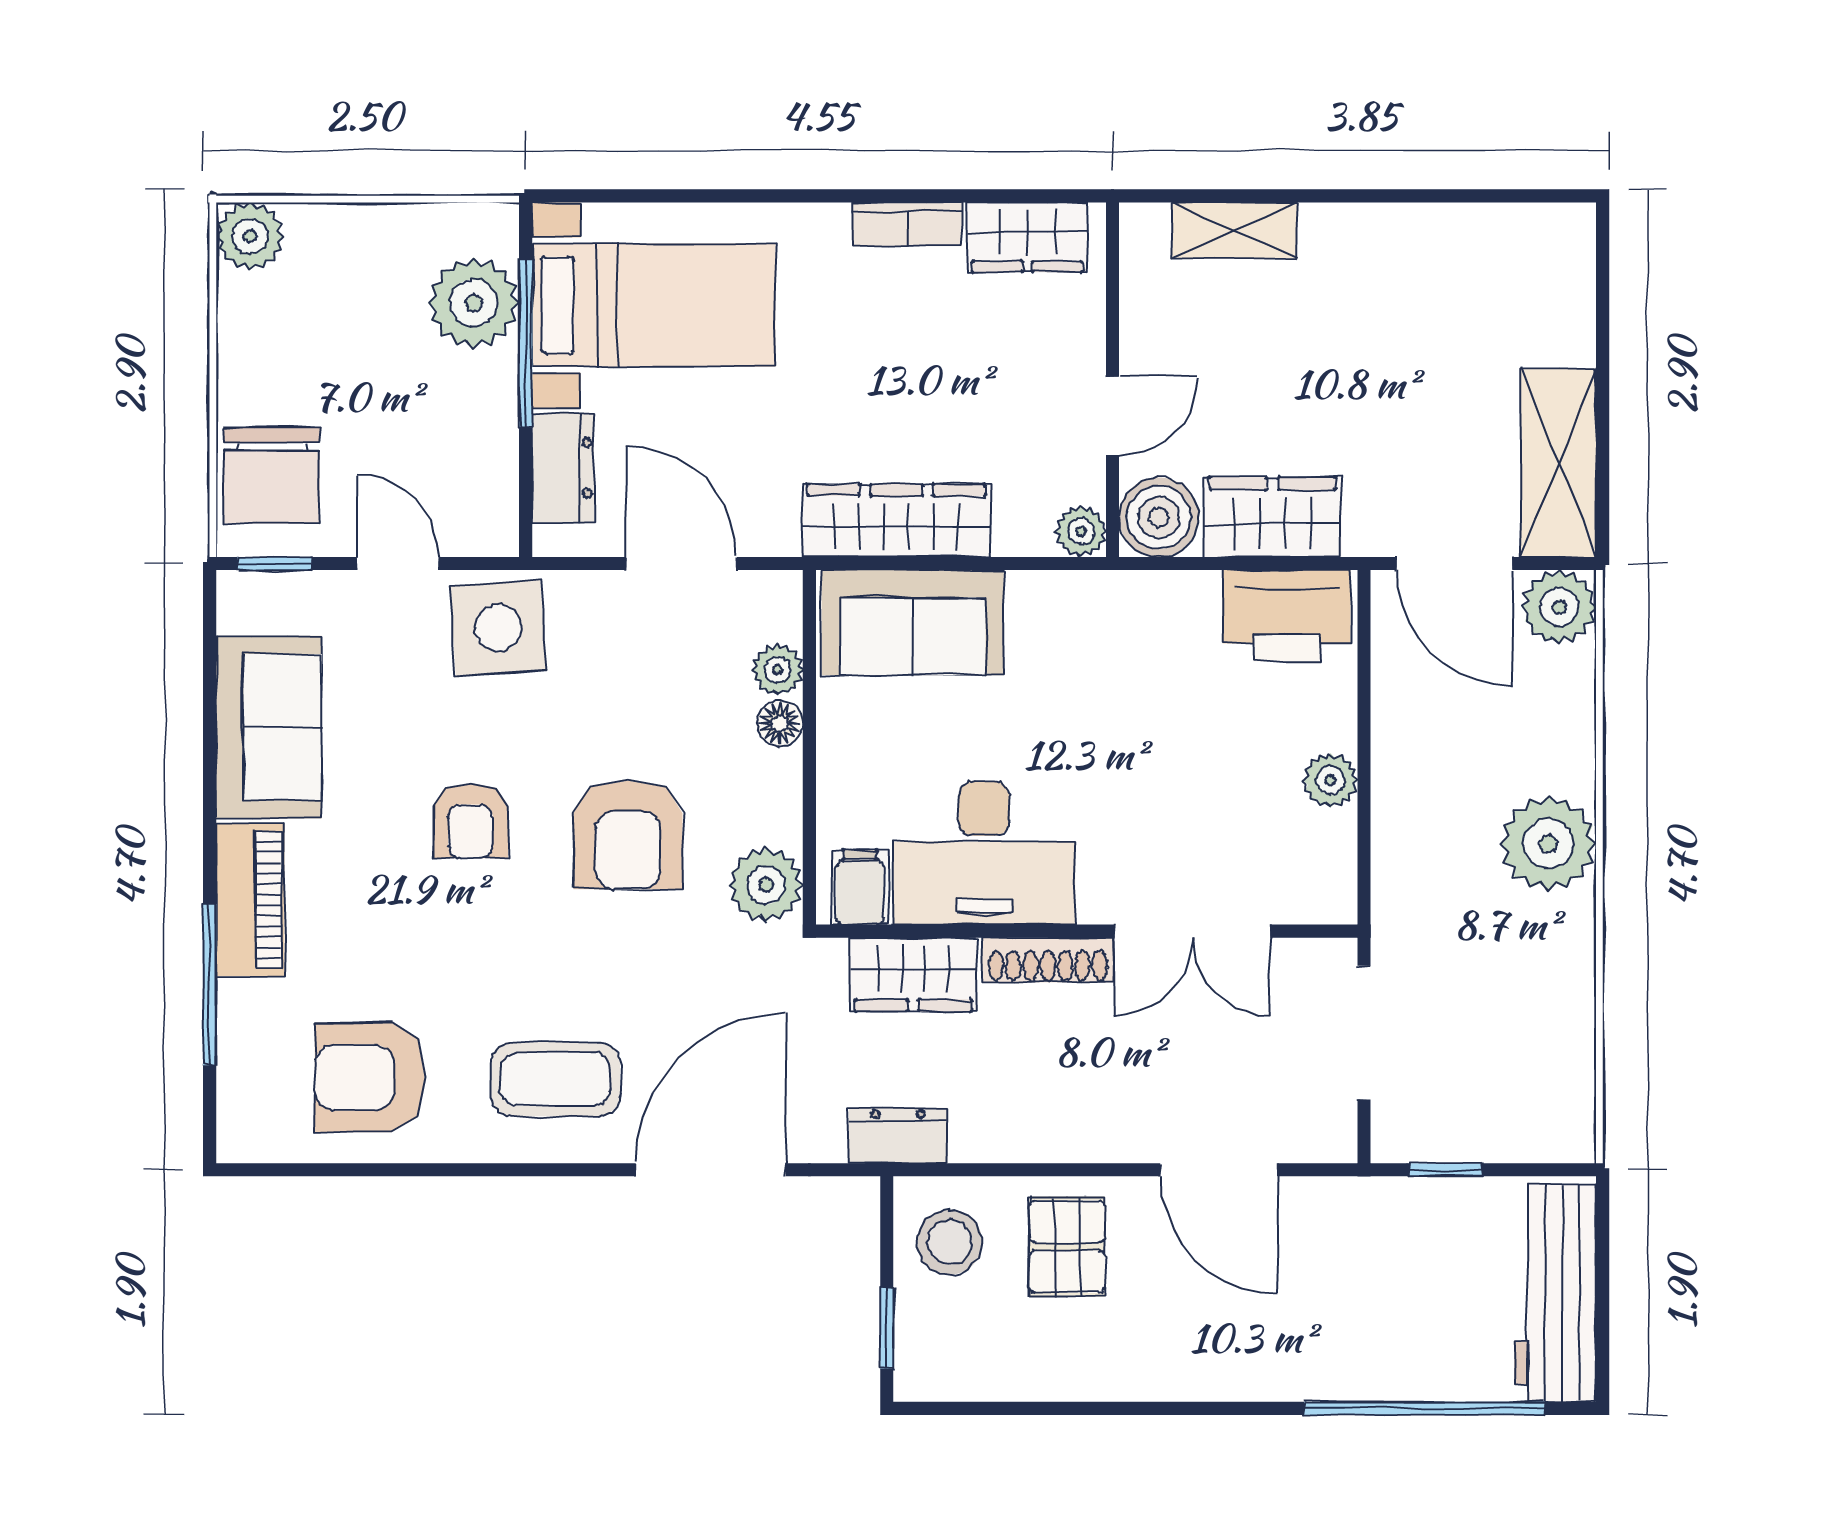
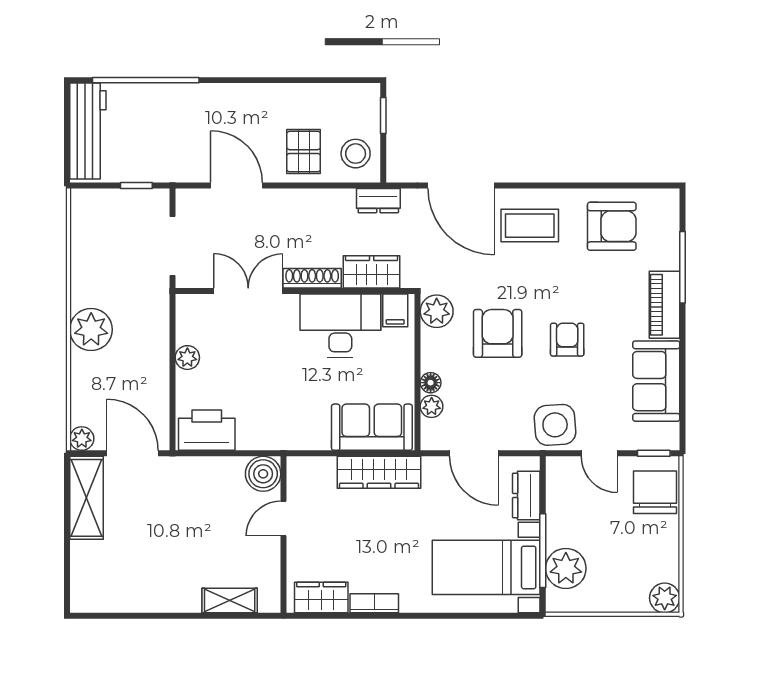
wardrobe: (1273, 517) -> (213, 474), removed
plant: (1081, 531) -> (297, 468), removed
plant: (1559, 607) -> (82, 439), width x0.73, depth x0.73
door: (711, 1170) -> (461, 186), hinge flipped

